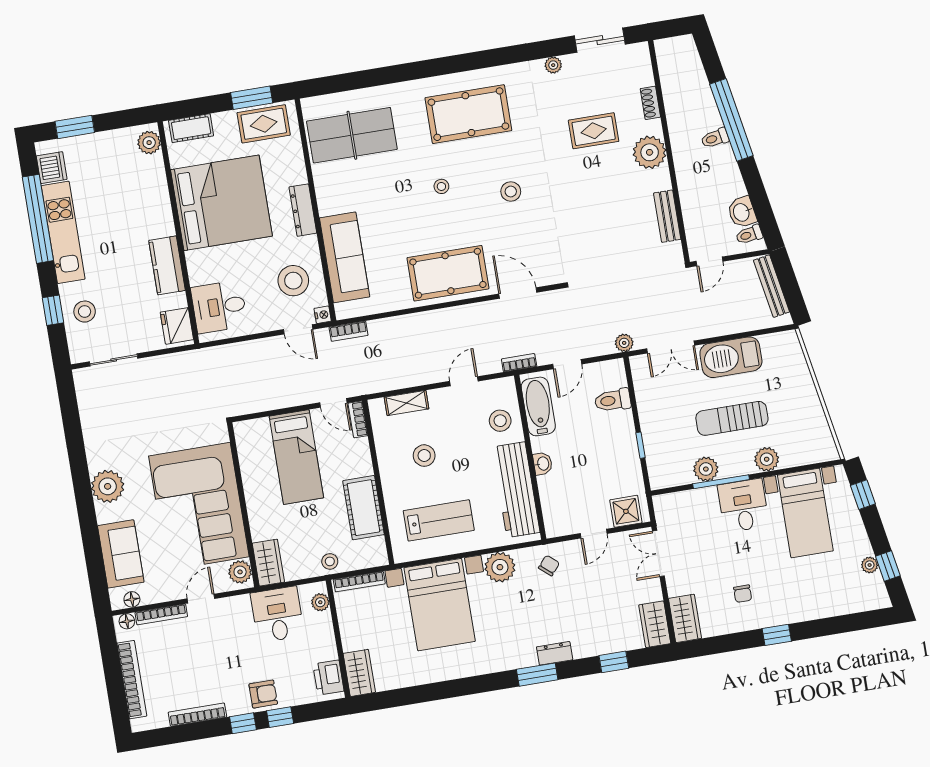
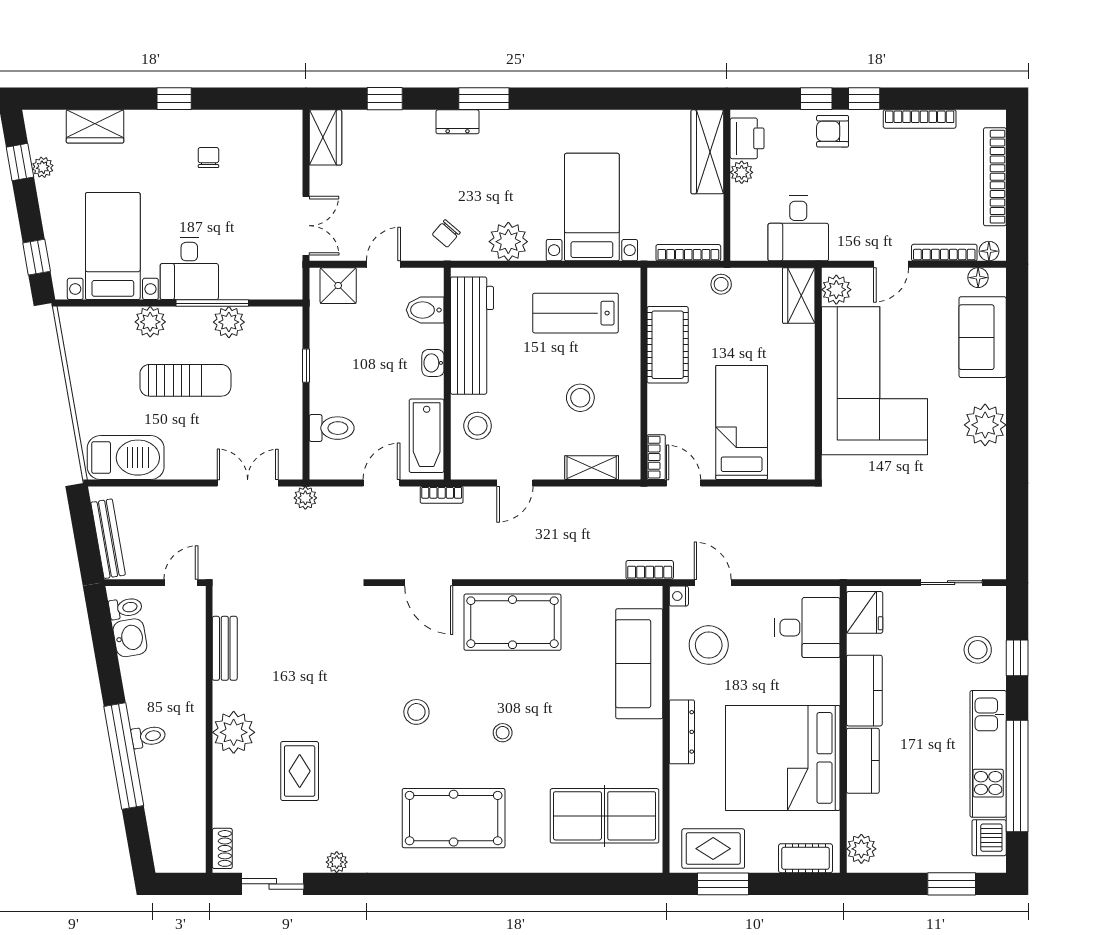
shoe rack: (650, 103) -> (222, 848), moved
rug: (594, 131) -> (300, 771), turned 90
kitchen counter: (159, 211) -> (863, 761), added
barbecue: (731, 357) -> (126, 458), moved
bidet: (556, 504) -> (425, 310), added
plant: (320, 602) -> (742, 172), moved
bed with nightstands: (440, 605) -> (592, 207), width x0.73
wardrobe: (685, 618) -> (95, 126), moved, turned -90
wardrobe: (359, 673) -> (707, 152), width x1.50

